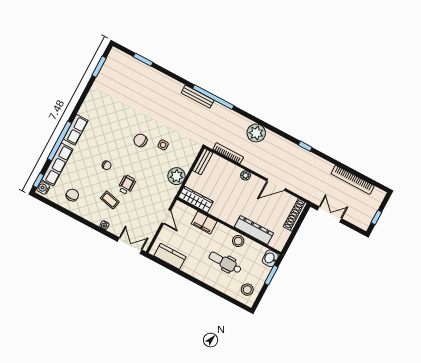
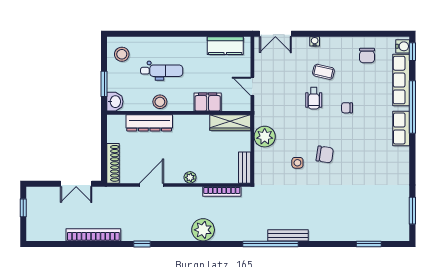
bookcase: (353, 180) -> (93, 235), moved

